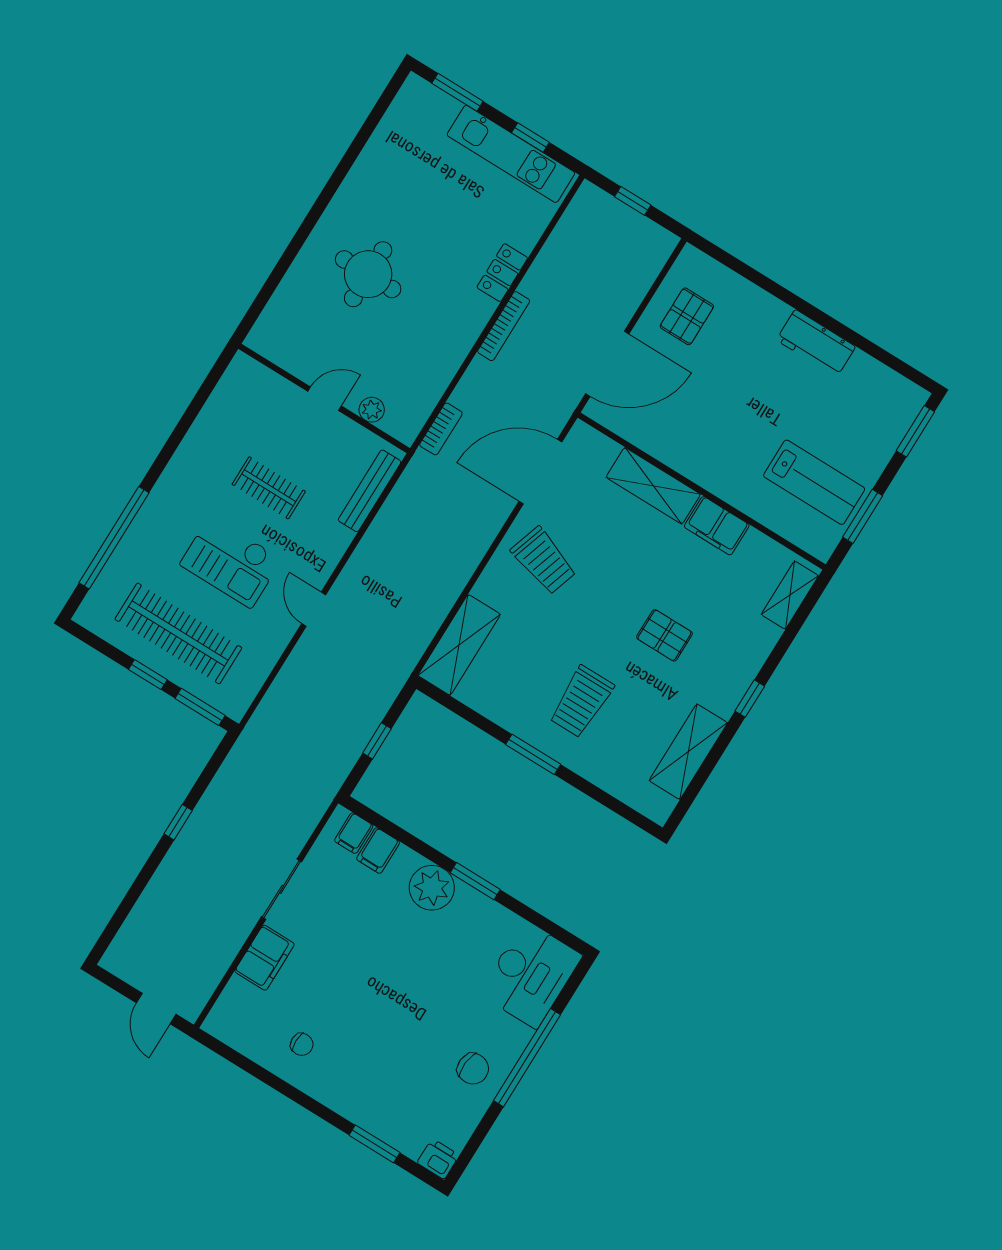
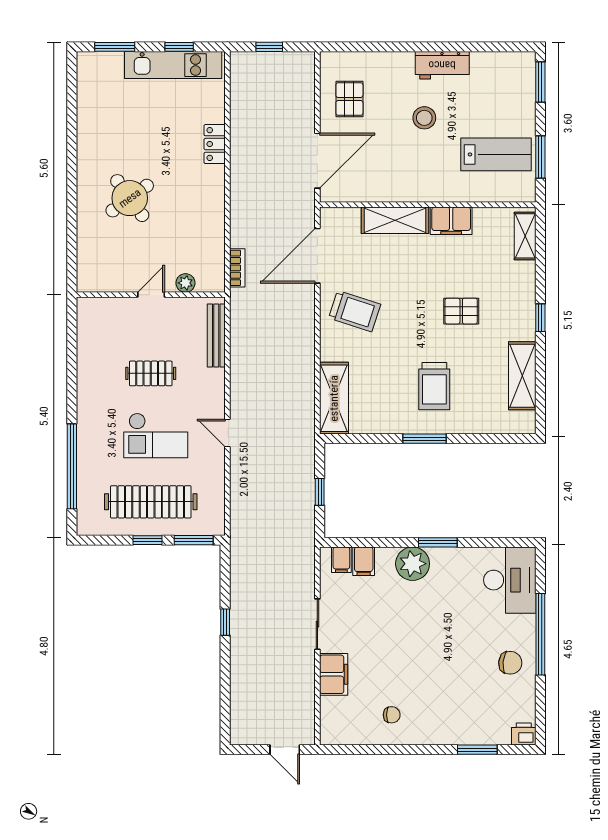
round table: (368, 274) -> (130, 198), turned -36
bookcase: (504, 326) -> (237, 178), removed
stool: (759, 390) -> (424, 118), added

